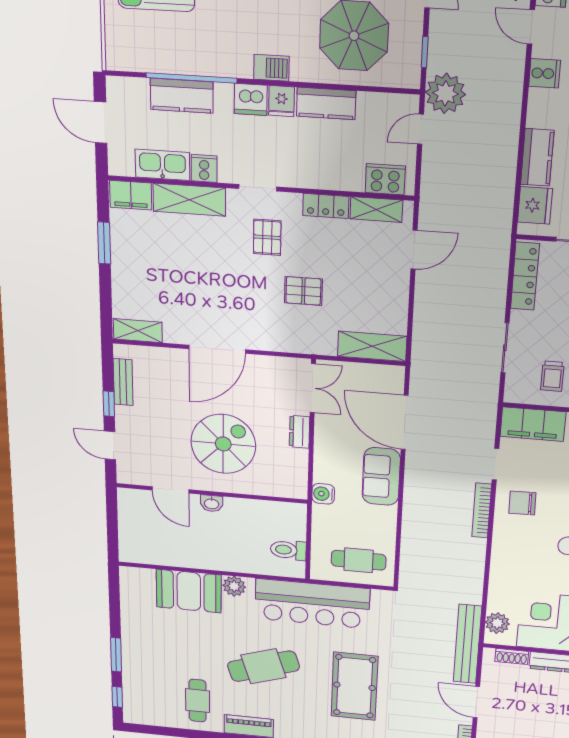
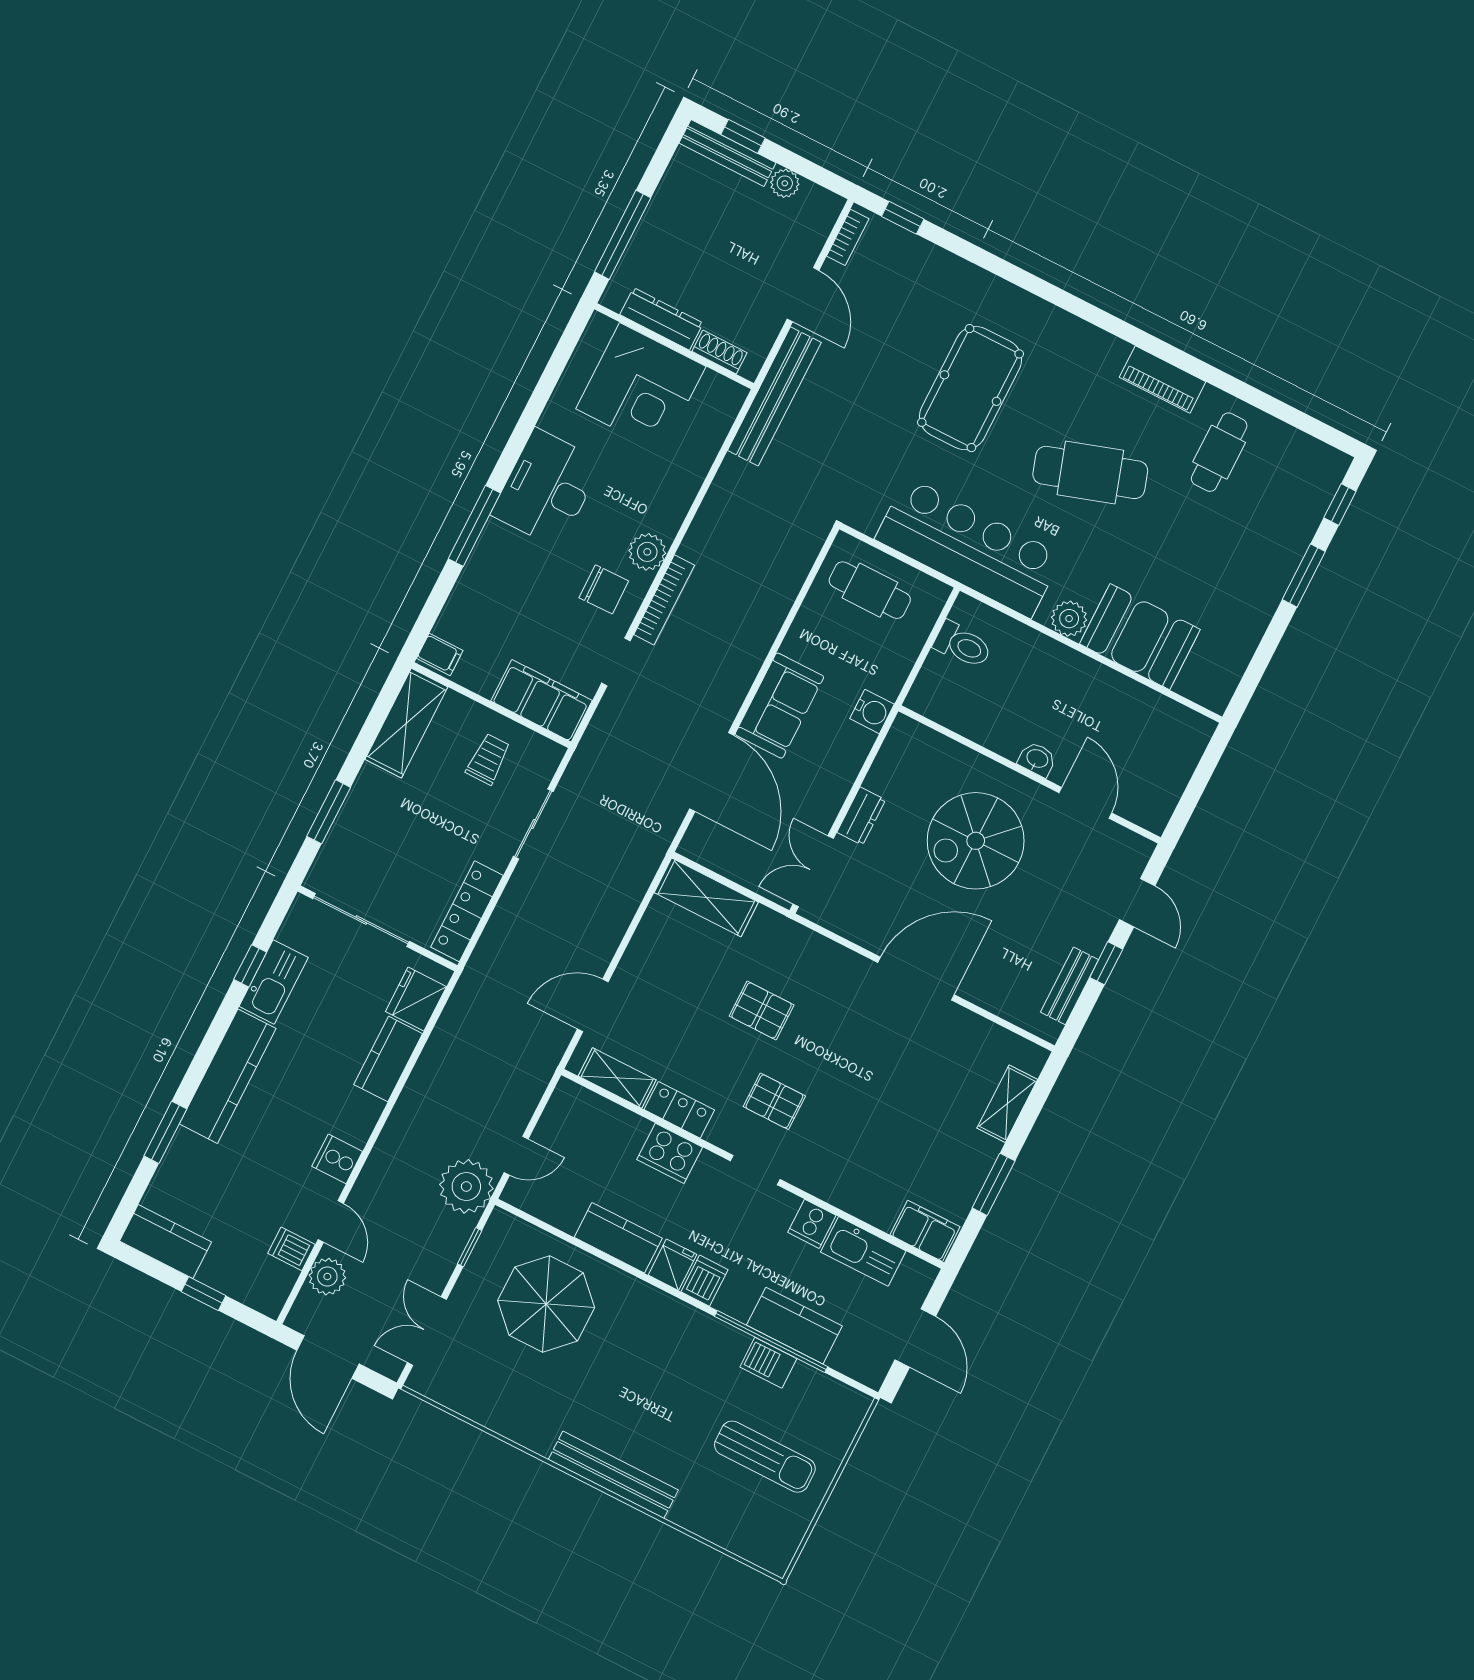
barbecue: (271, 68) -> (768, 1363), moved
dishwasher: (251, 99) -> (704, 1281), width x0.73
cooker: (385, 179) -> (670, 1153), moved
shelving: (189, 200) -> (851, 1193), removed
pallet: (267, 237) -> (774, 1101), turned 90
shelving: (138, 331) -> (1007, 1104), moved, turned 90
plant: (497, 623) -> (647, 552), moved

